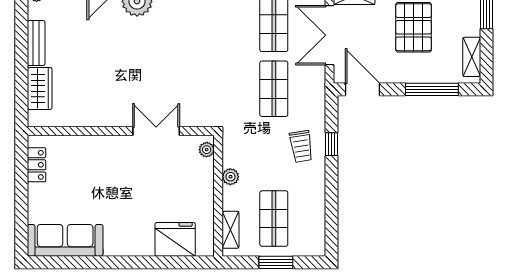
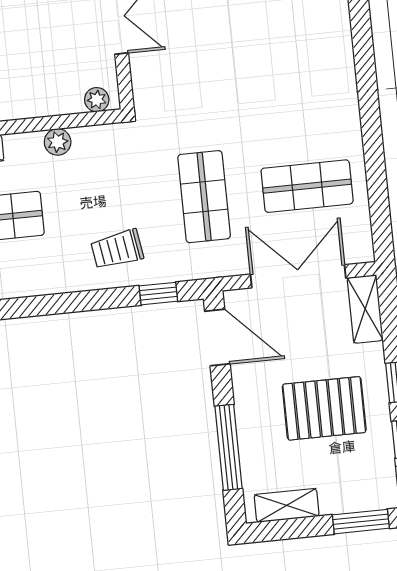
shop shelf: (274, 89) -> (204, 197), turned 90
door: (363, 89) -> (217, 338), hinge flipped
window: (331, 144) -> (158, 294), moved

